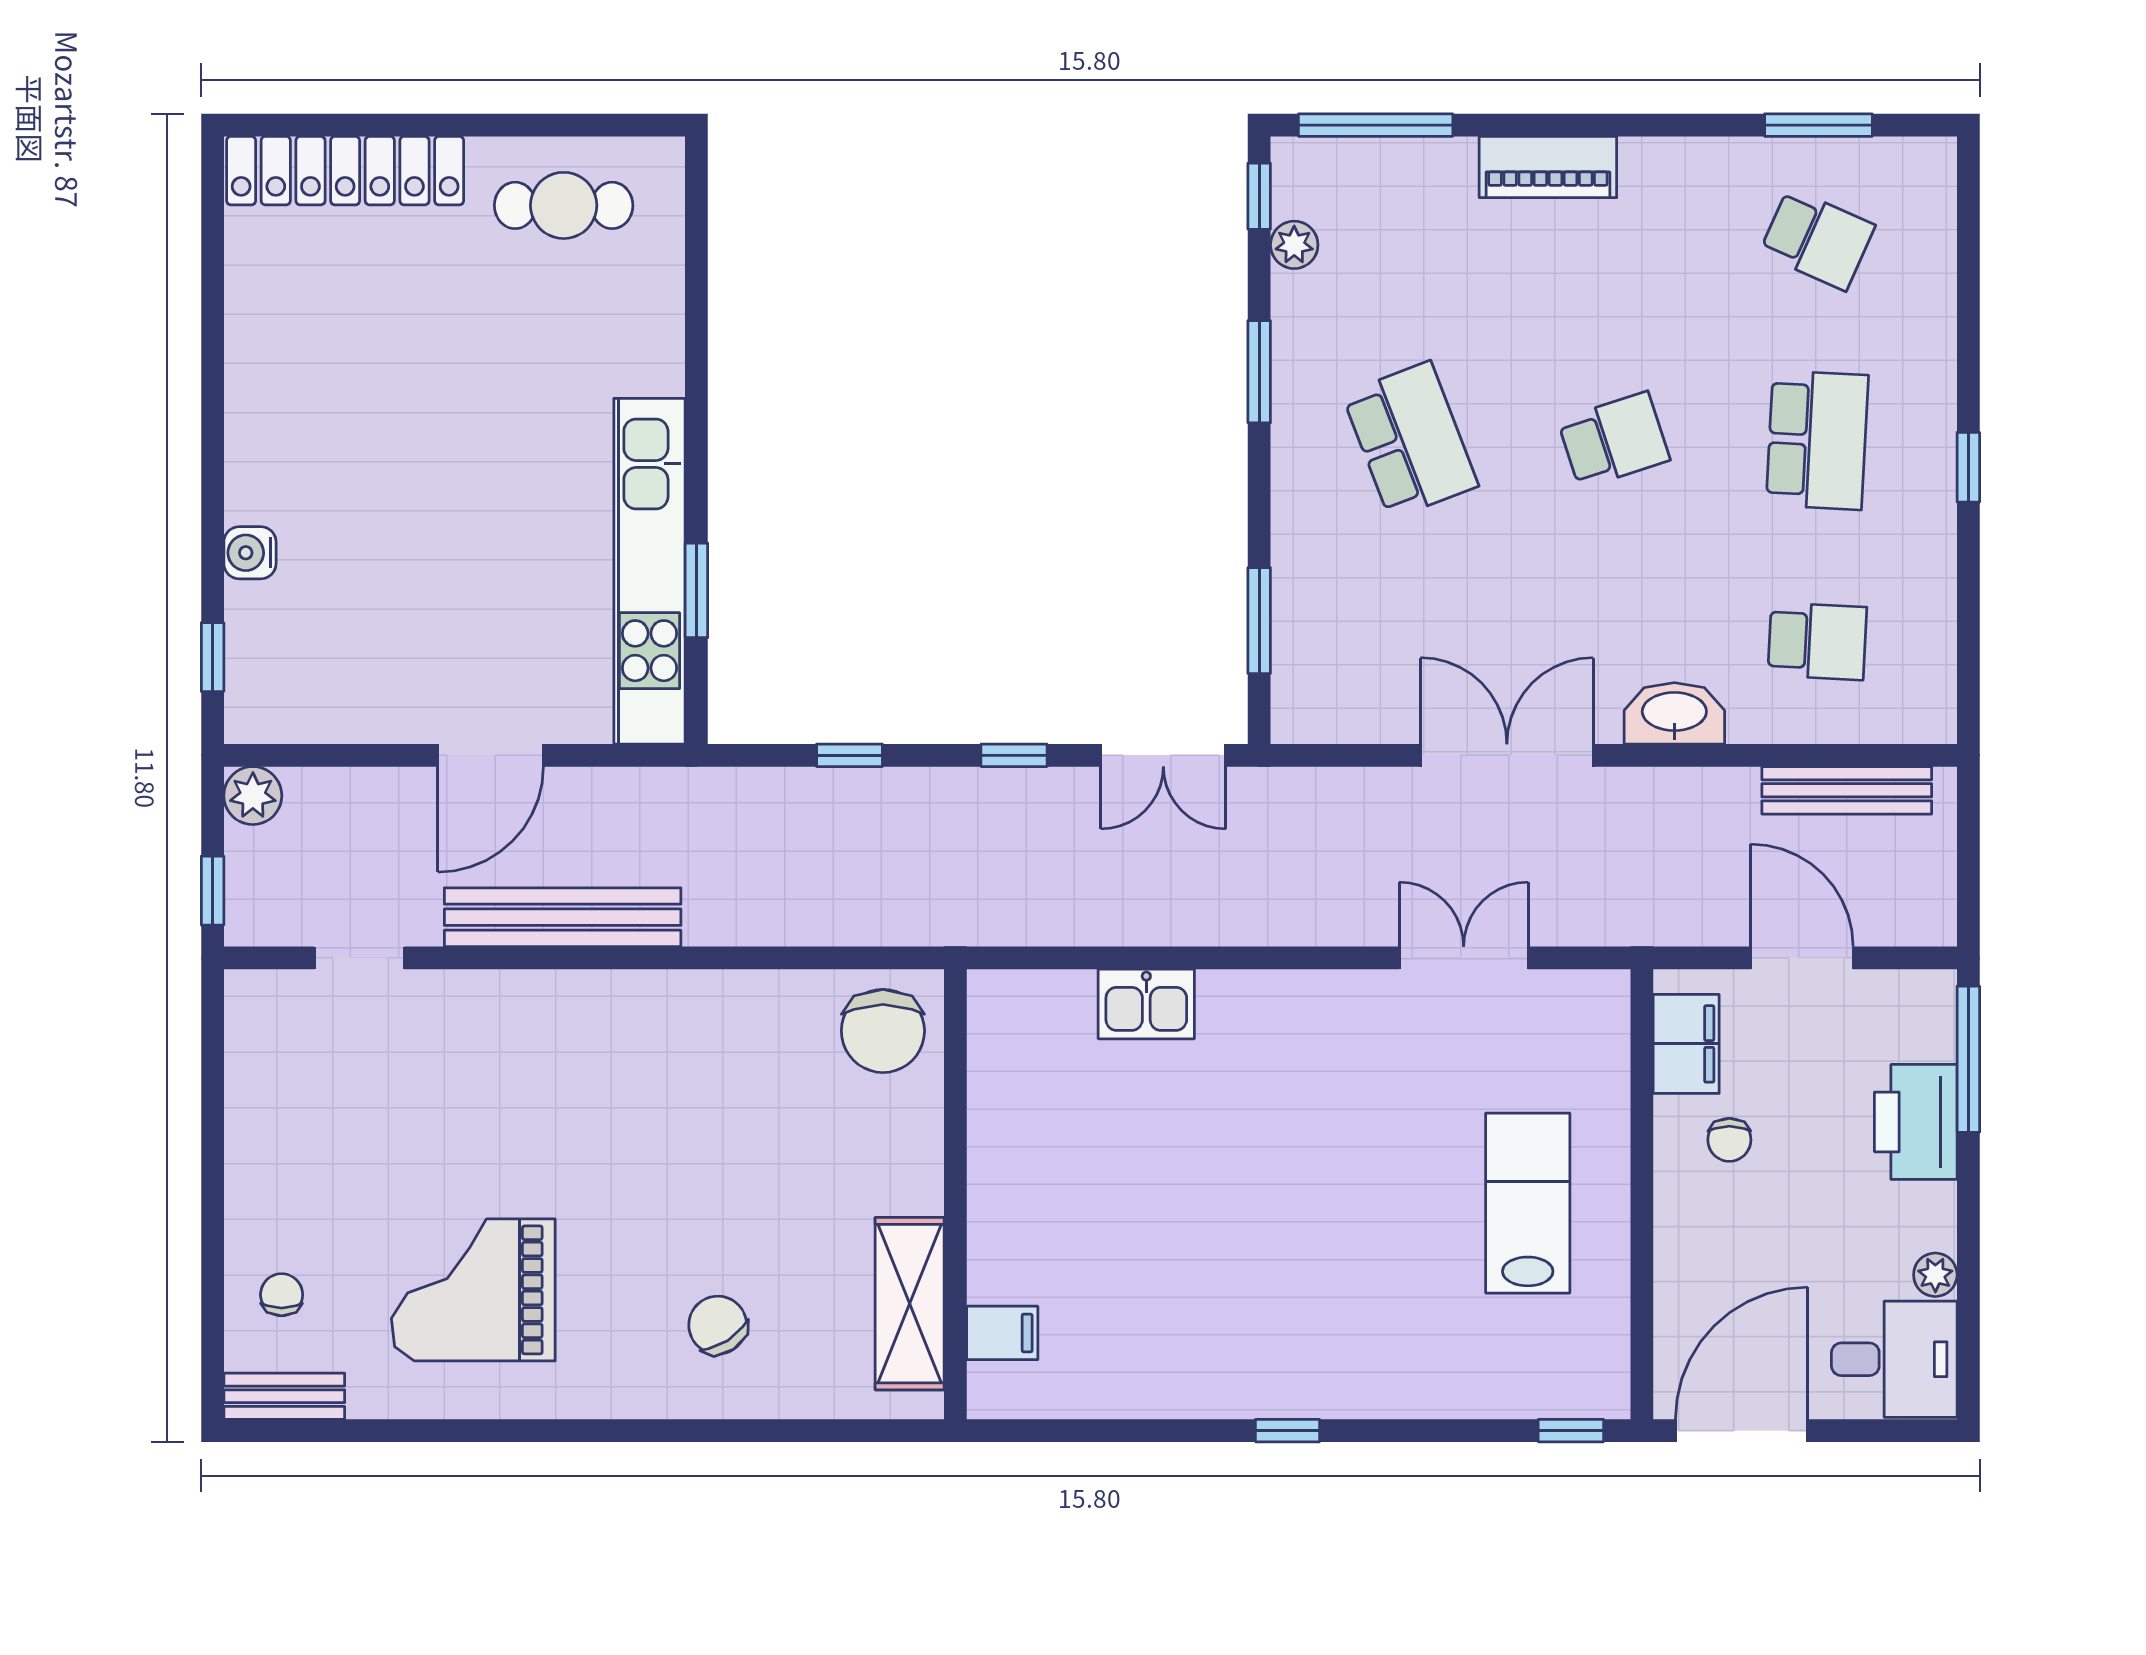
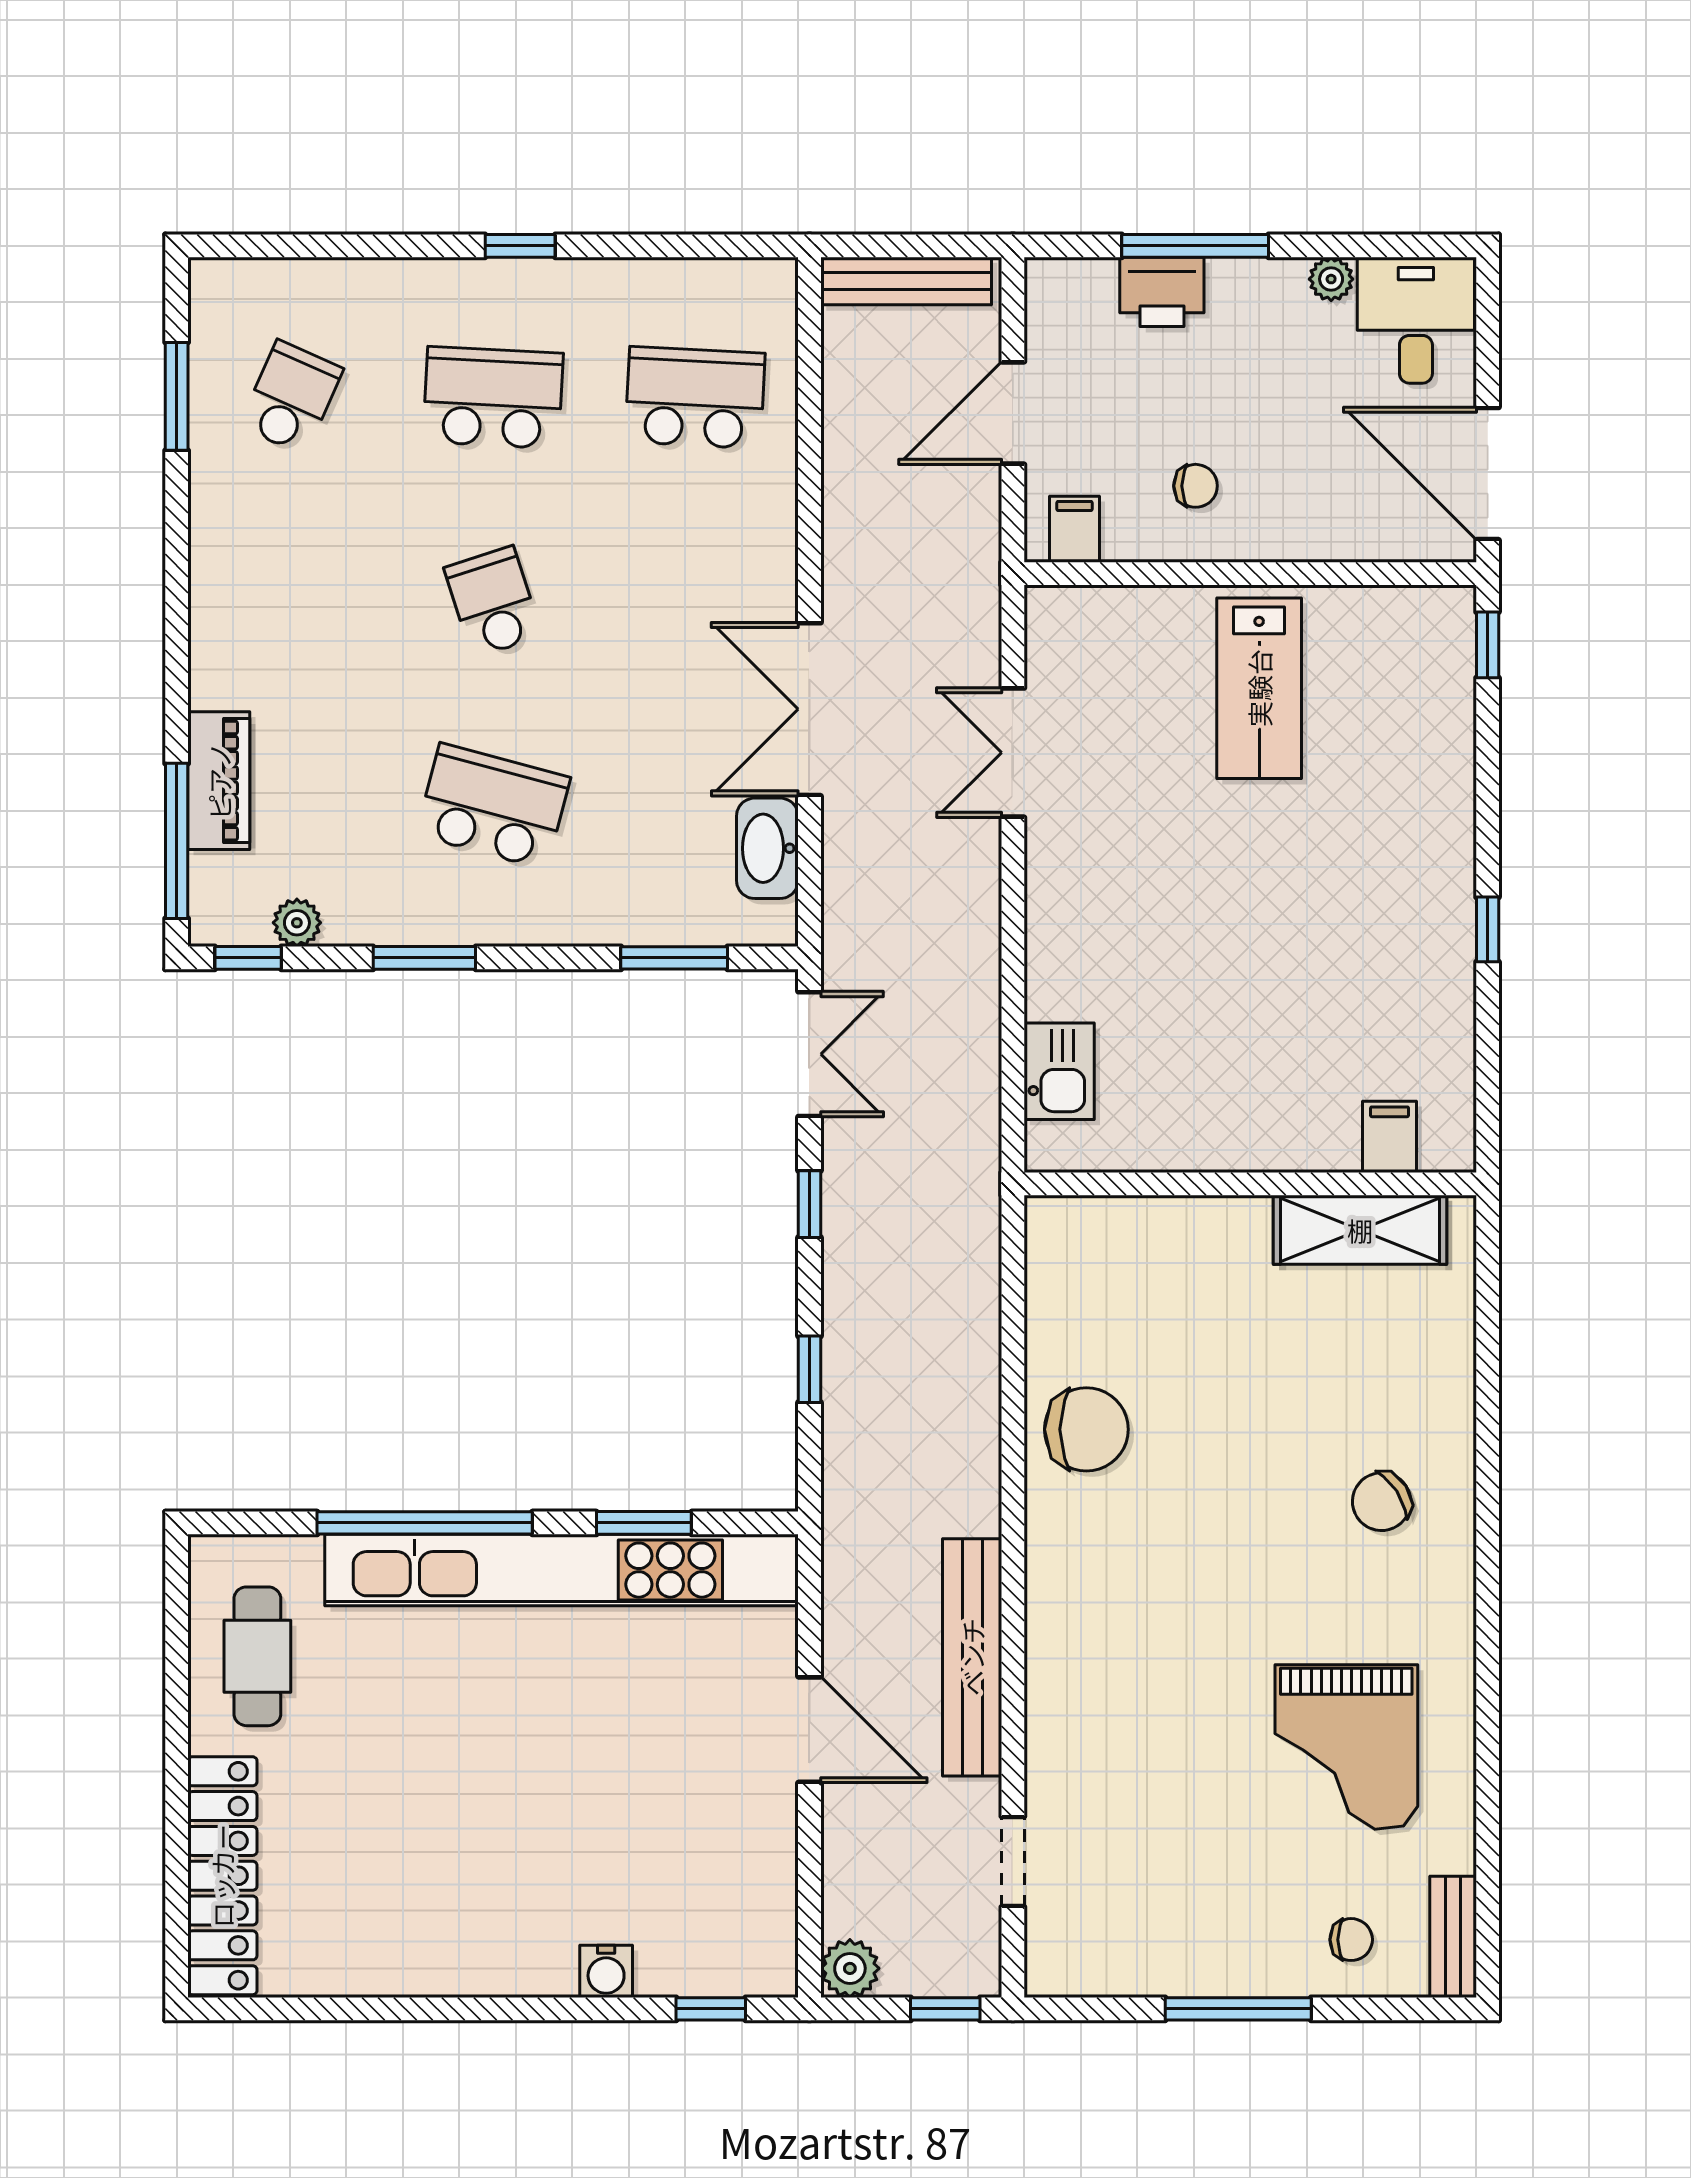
piano: (1548, 167) -> (219, 781), moved
window: (696, 372) -> (425, 1523), added
school desk: (1410, 440) -> (493, 806), turned 36
kitchen unit: (649, 571) -> (562, 1570), width x1.36
school desk: (1817, 641) -> (695, 398), width x1.85
washbasin: (1674, 713) -> (767, 848), moved
bench: (1847, 790) -> (906, 281), moved, turned 90
chair: (883, 1031) -> (1086, 1429), moved
filing cabinet: (1686, 1044) -> (1074, 529), width x0.50
window: (1968, 1059) -> (1195, 246), moved
printer: (1916, 1122) -> (1162, 292), width x0.73, depth x0.84
window: (213, 1182) -> (1238, 2009), added
wall: (955, 1194) -> (1250, 1184), moved
lab bench: (1528, 1203) -> (1259, 688), turned -90
chair: (282, 1295) -> (1351, 1940), turned 180
shelving: (910, 1304) -> (1360, 1230), moved
filing cabinet: (1002, 1333) -> (1390, 1137), moved

